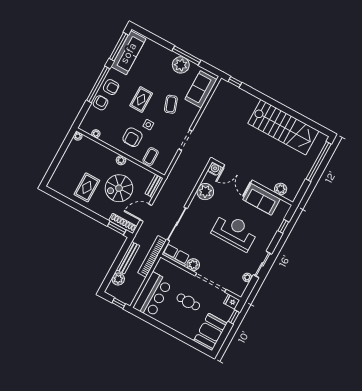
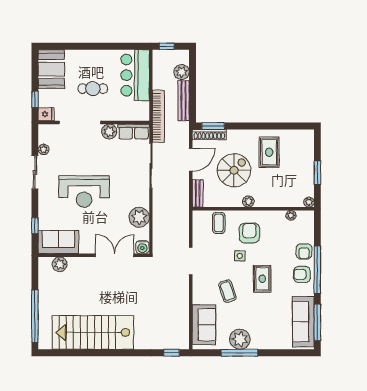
window: (60, 154) -> (317, 173), added
sofa: (262, 199) -> (58, 242), moved

